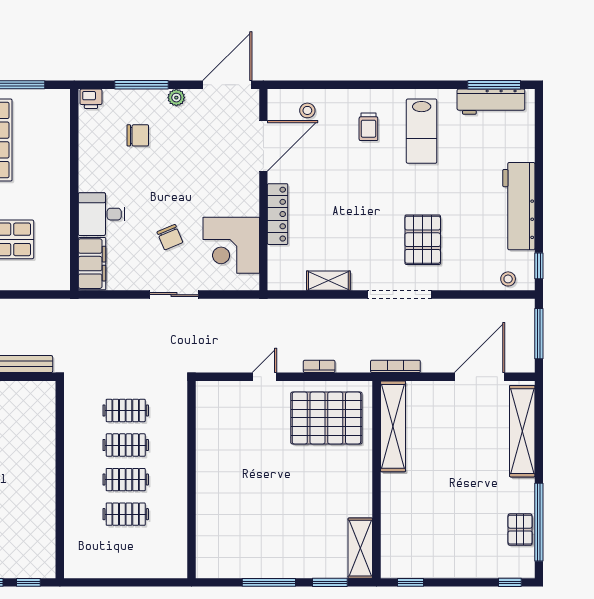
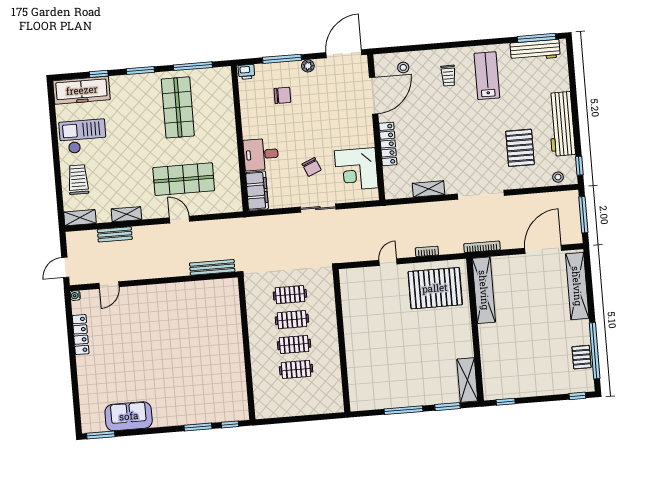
lab bench: (422, 131) -> (487, 76), turned 180
pallet: (423, 240) -> (520, 148), moved

